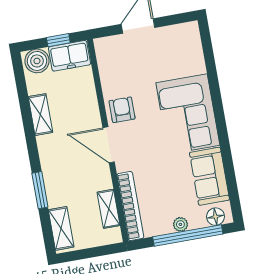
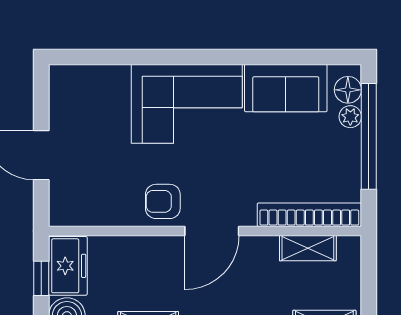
plant: (180, 224) -> (350, 117), moved

